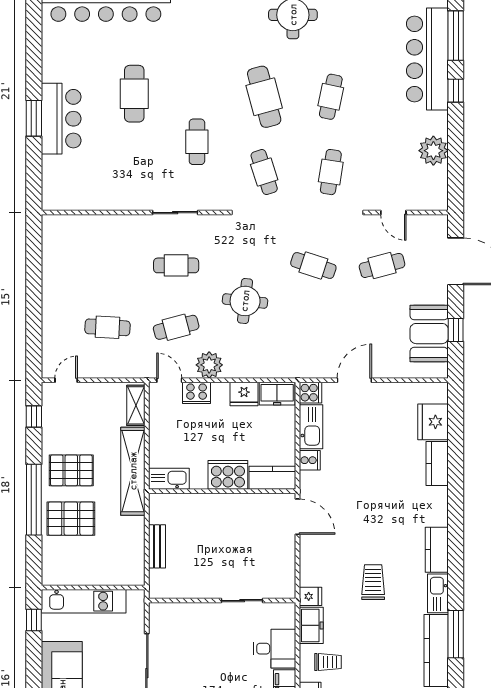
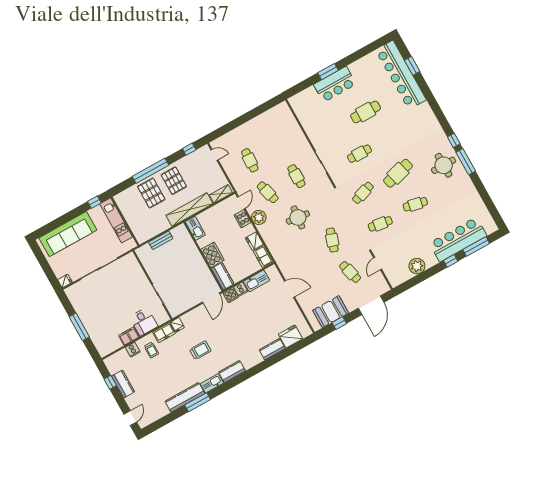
cooker: (310, 393) -> (231, 295), moved

